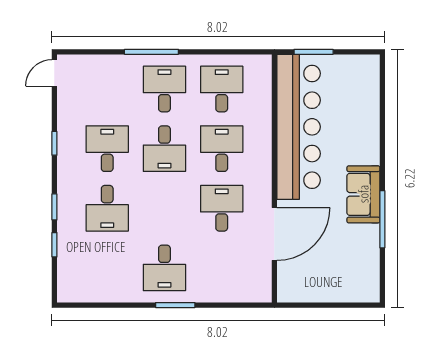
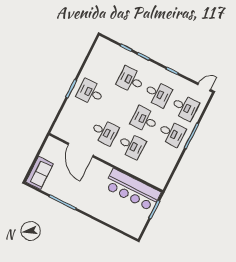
door: (54, 73) -> (204, 87), hinge flipped
desk: (222, 89) -> (185, 107), moved
bar counter: (299, 127) -> (132, 190), width x0.73
sofa: (363, 194) -> (39, 173), moved, turned 90

